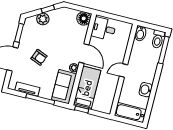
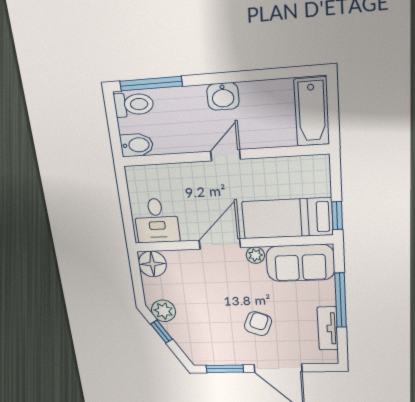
plant: (43, 19) -> (163, 311), moved
door: (124, 70) -> (226, 155), swing flipped
washbasin: (146, 90) -> (223, 96), moved

